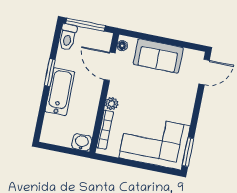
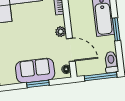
window: (160, 40) -> (38, 84), added
plant: (112, 104) -> (61, 32), moved

